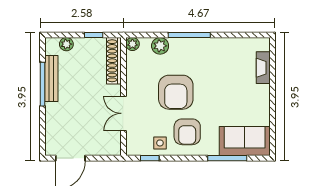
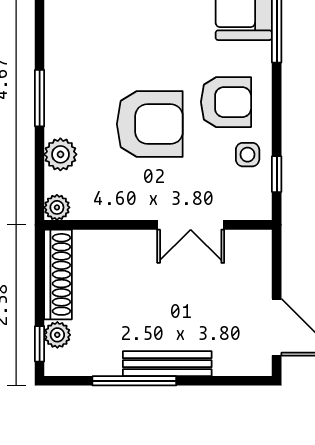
window: (94, 35) -> (40, 344), moved
window: (189, 35) -> (40, 98), width x0.69
shoe rack: (114, 61) -> (58, 274), moved, turned -90
bench: (51, 78) -> (167, 364), moved

